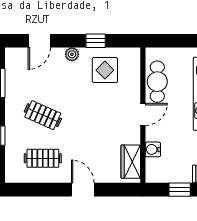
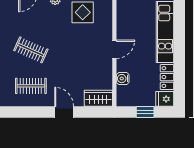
cafe table: (157, 82) -> (126, 22), removed
wardrobe: (131, 162) -> (98, 98), moved, turned 90

